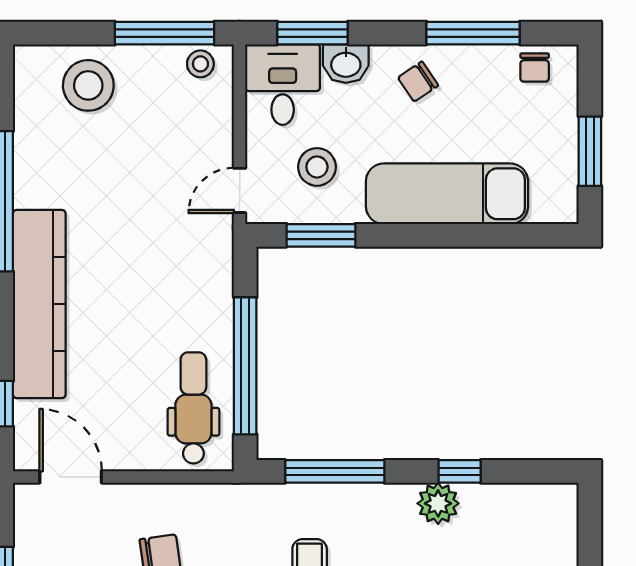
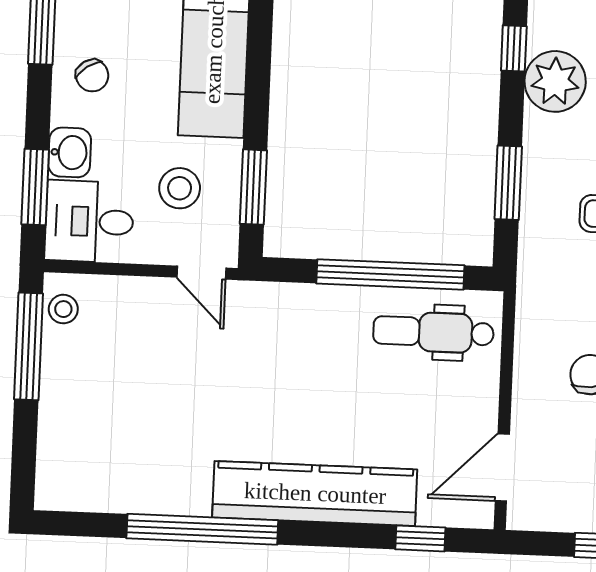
stool: (88, 85) -> (81, 431), removed
window: (335, 471) -> (508, 183), width x0.69
plant: (438, 503) -> (555, 81), width x1.36, depth x1.36

